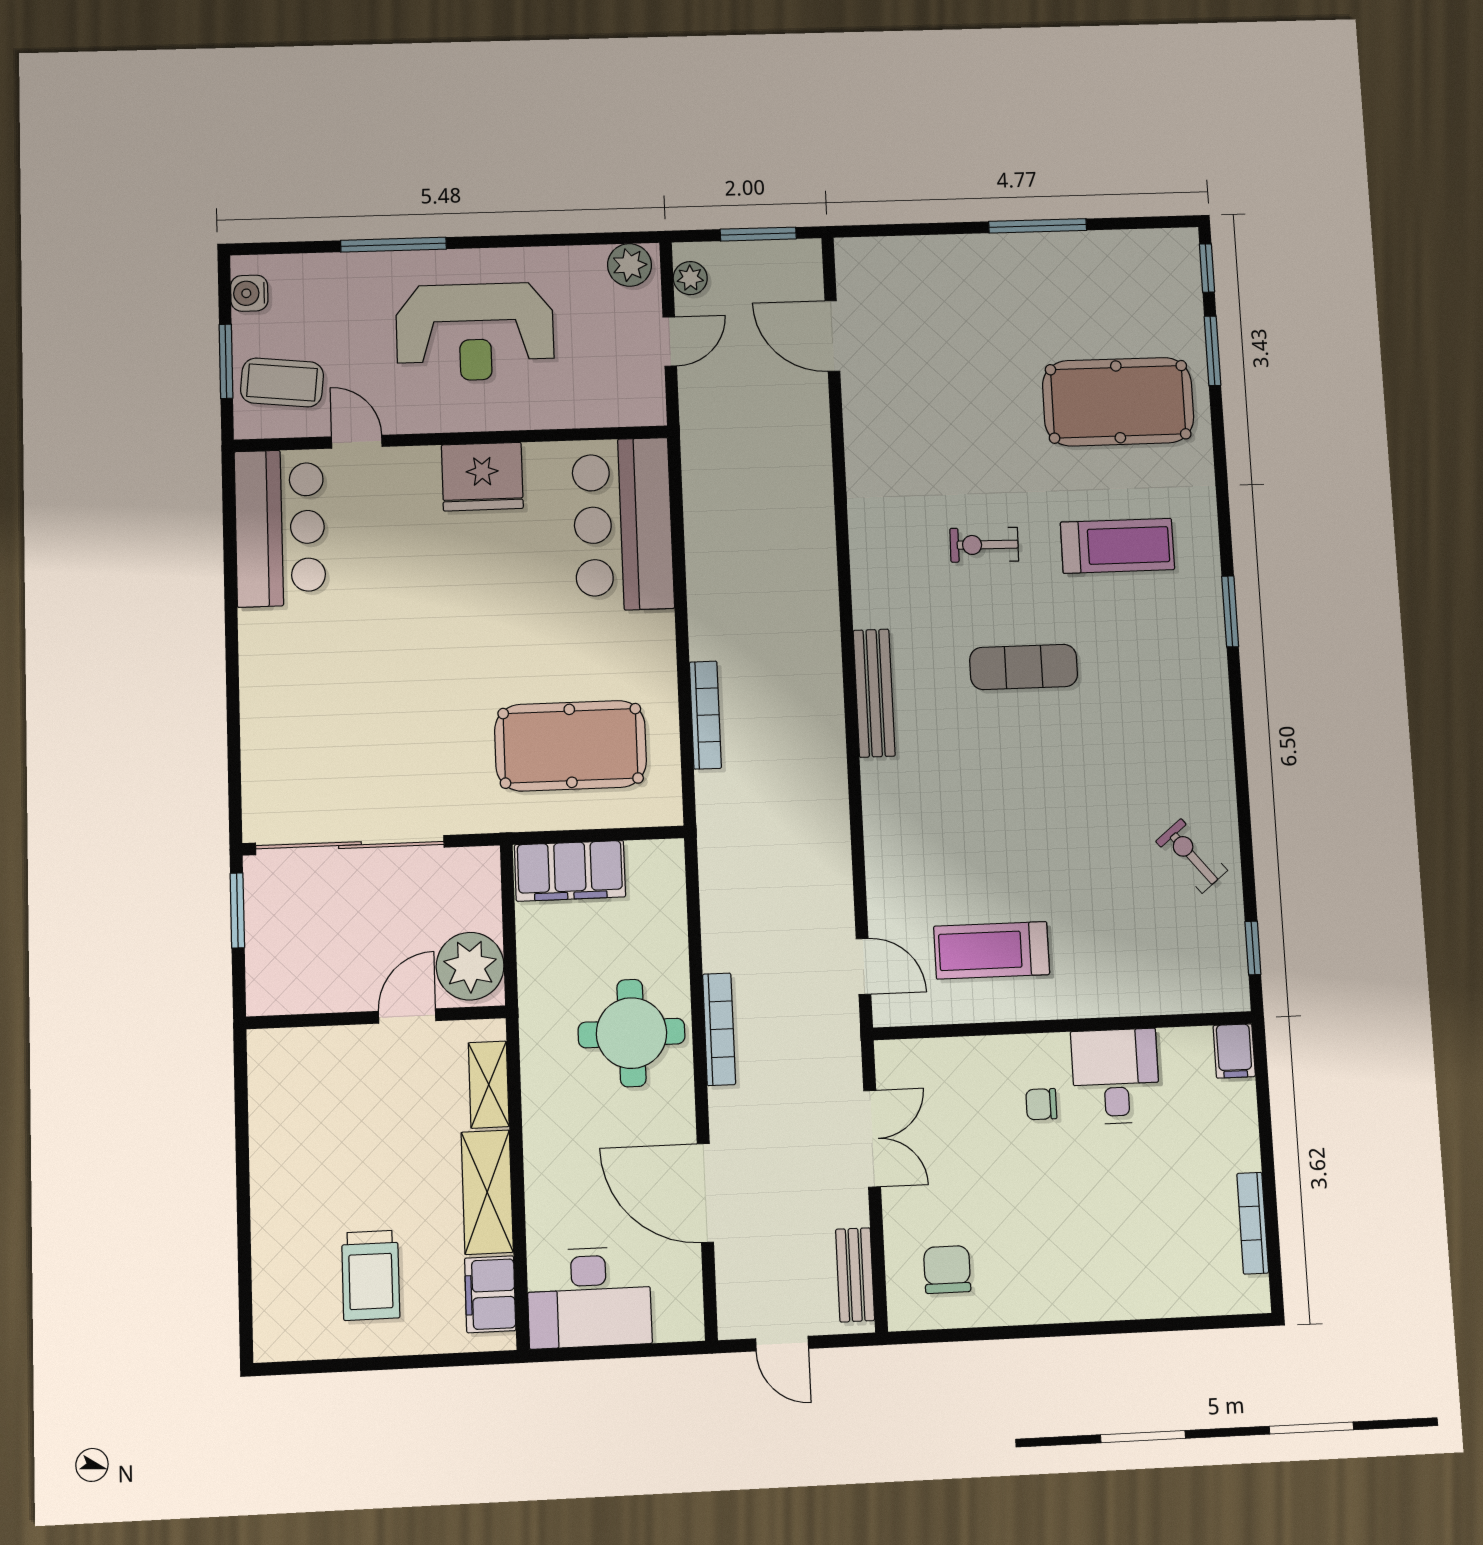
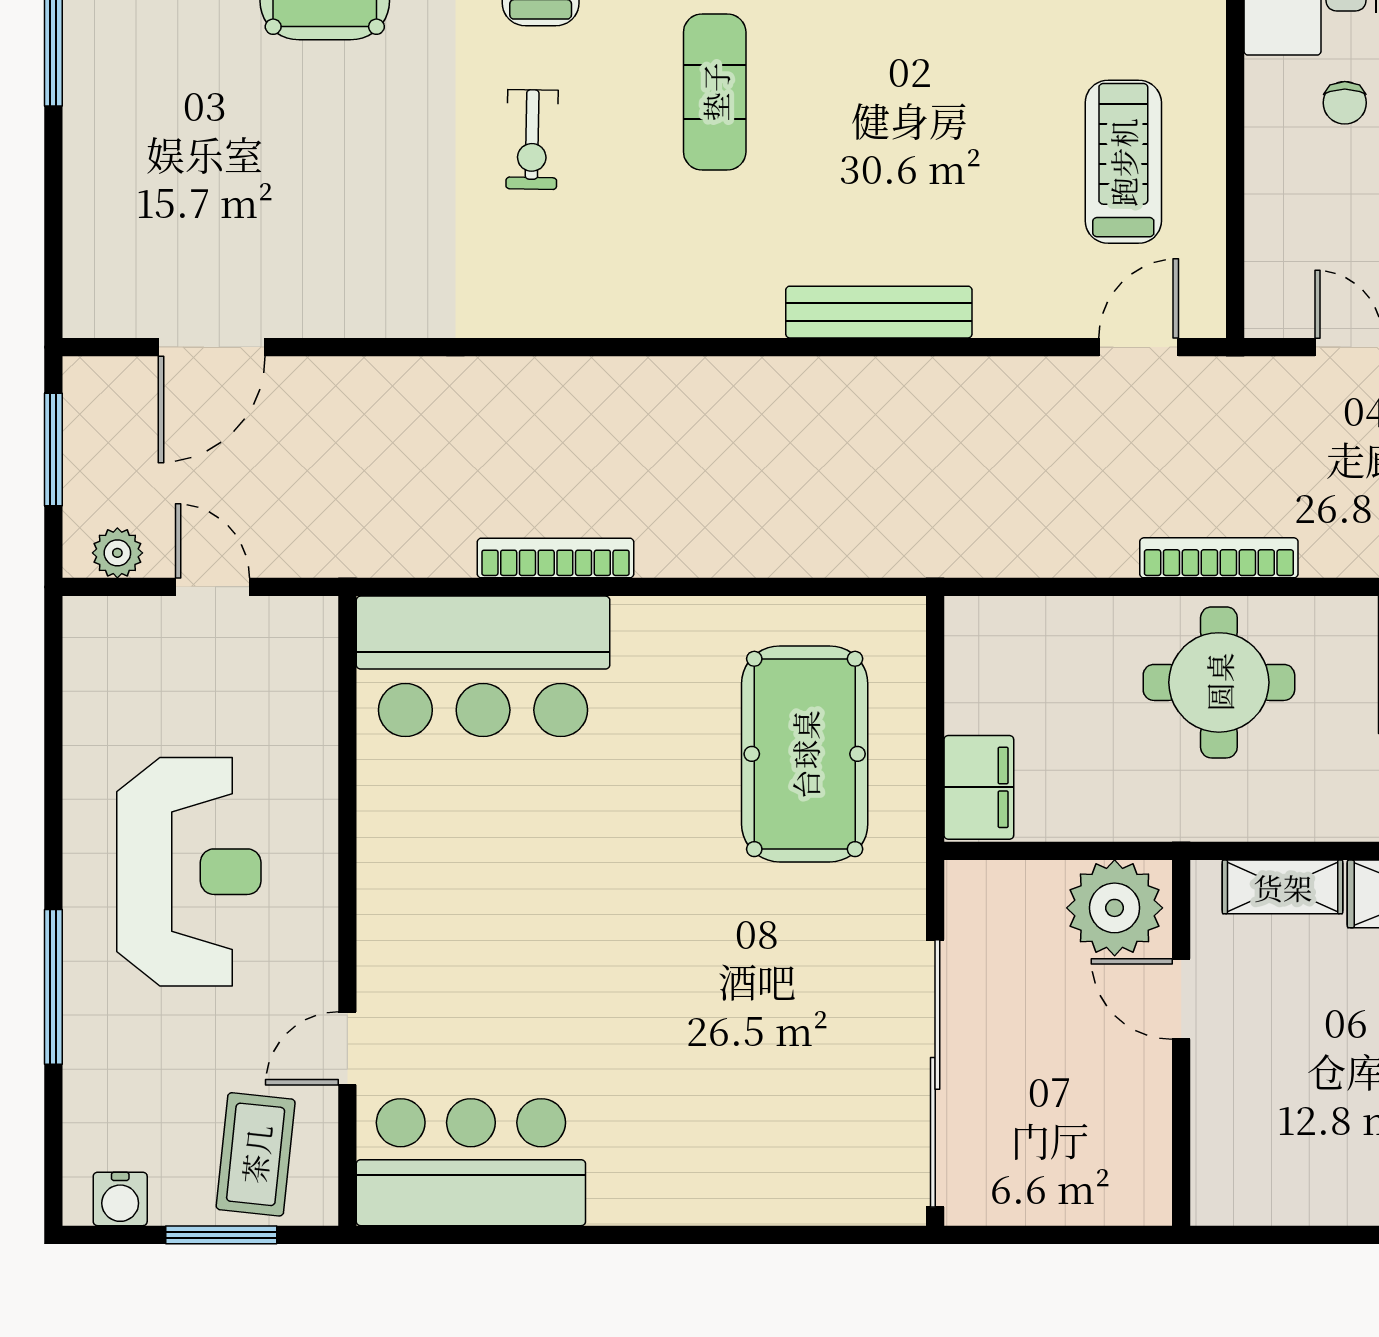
plant: (630, 265) -> (95, 642), removed
fridge: (482, 477) -> (405, 868), removed
bench: (874, 693) -> (879, 312), moved
bookcase: (705, 715) -> (556, 558), moved
filing cabinet: (570, 871) -> (979, 787), width x0.67, depth x0.86
window: (237, 910) -> (1022, 1235), removed
treadmill: (992, 950) -> (1123, 162), turned 180

